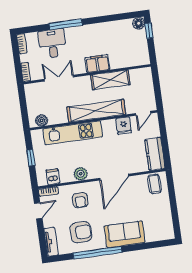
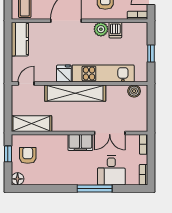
window: (149, 31) -> (8, 154), moved
armchair: (132, 46) -> (28, 155), added
filing cabinet: (97, 64) -> (80, 143), moved
shelving: (110, 80) -> (31, 124), moved
fridge: (124, 126) -> (64, 74), moved
dishwasher: (53, 177) -> (115, 30), moved

